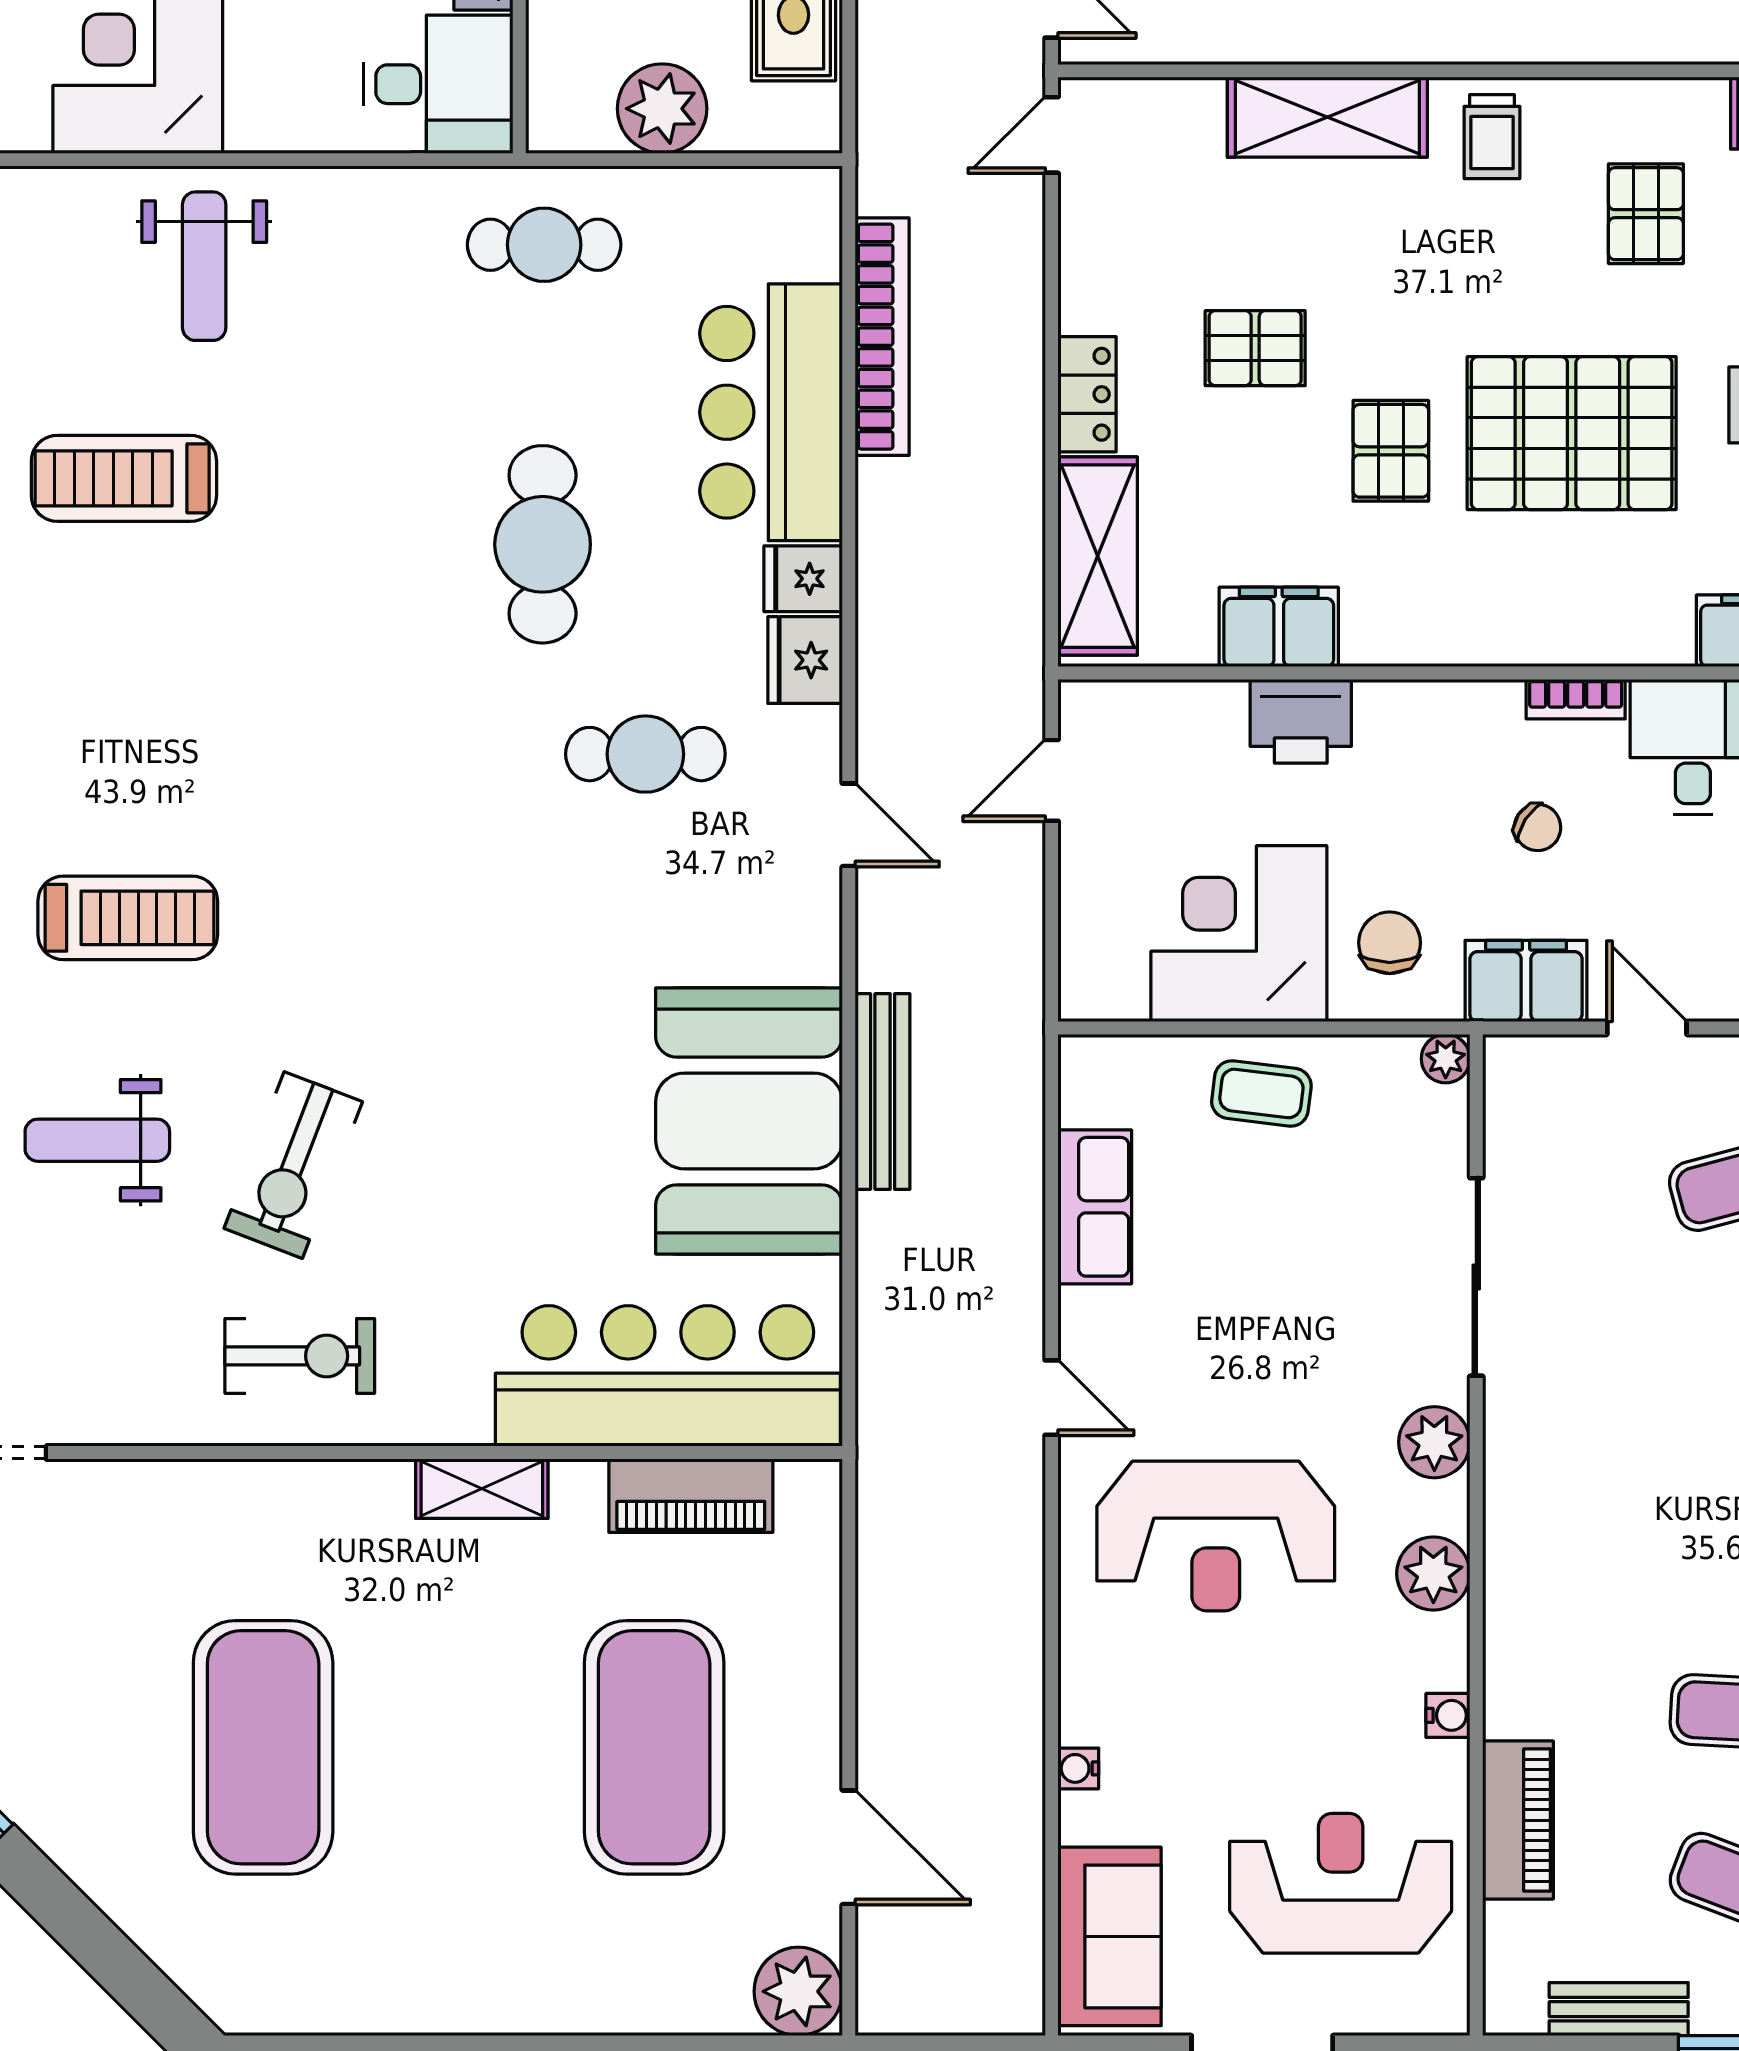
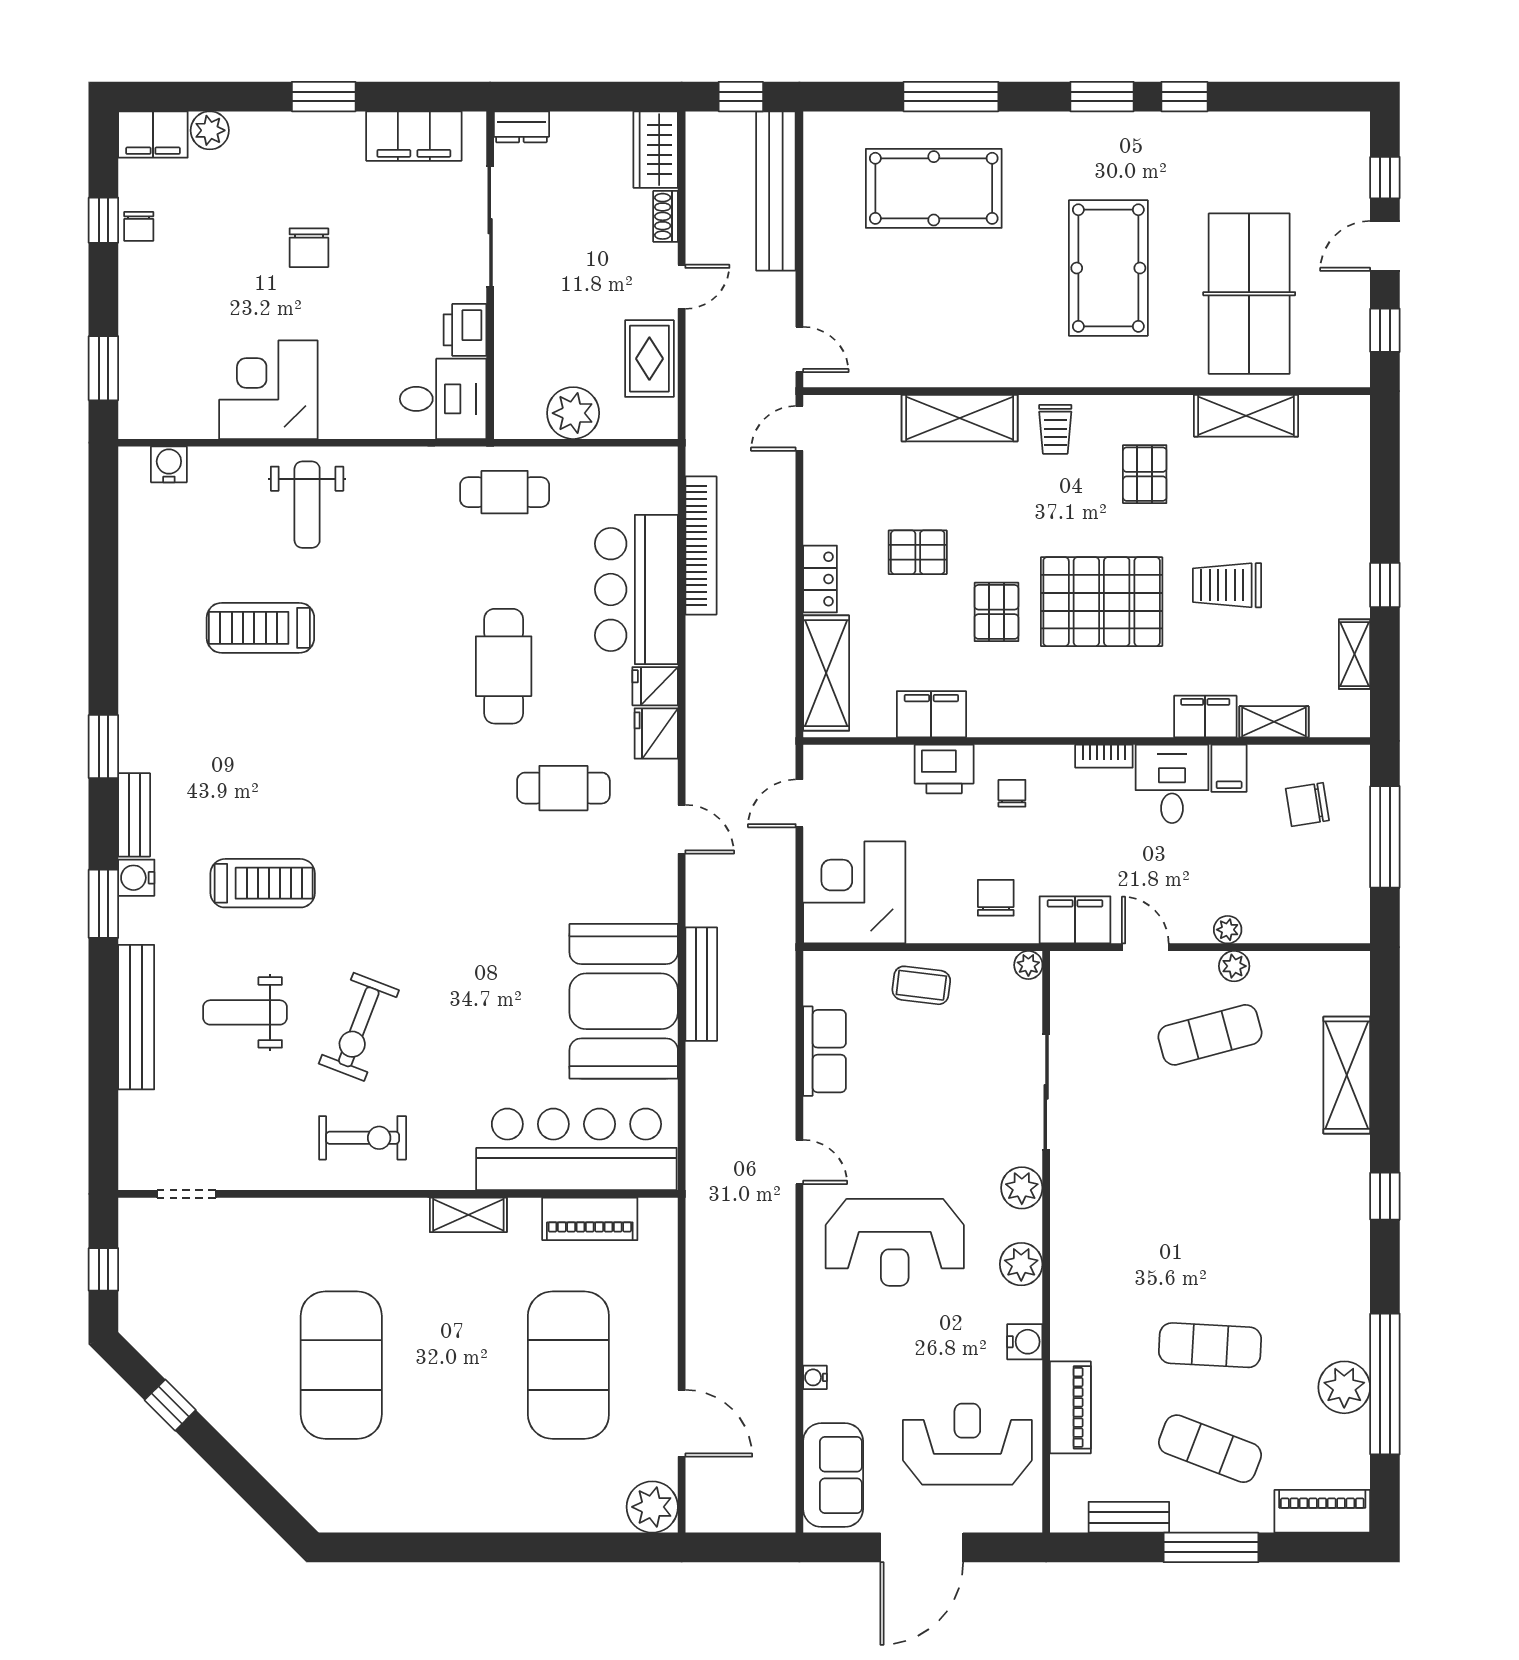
chair: (1538, 827) -> (1012, 793), moved, turned -123
corner desk: (1239, 934) -> (854, 892), moved
water cooler: (1448, 1715) -> (1025, 1342), width x1.38, depth x1.38

